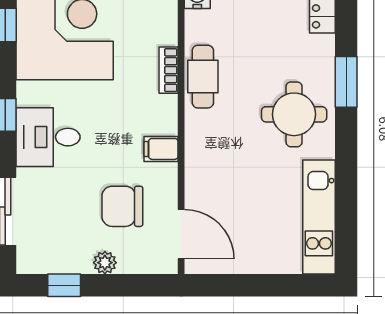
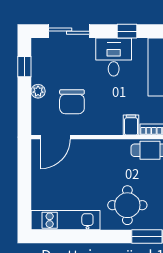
filing cabinet: (161, 149) -> (131, 125), moved
chair: (122, 206) -> (72, 102), turned 180

